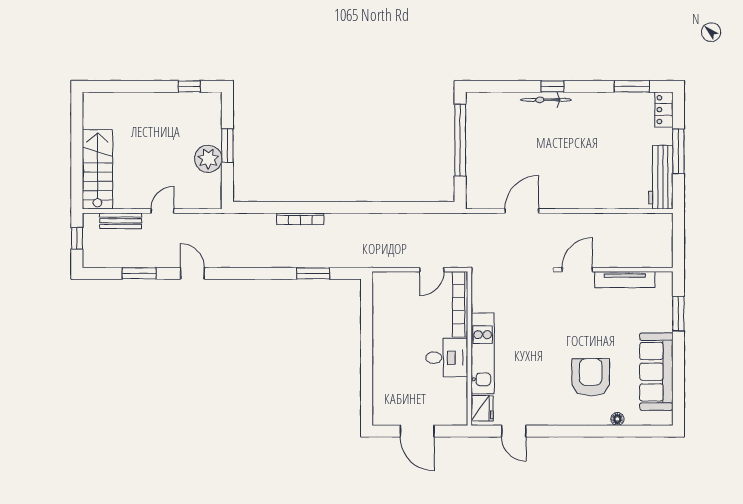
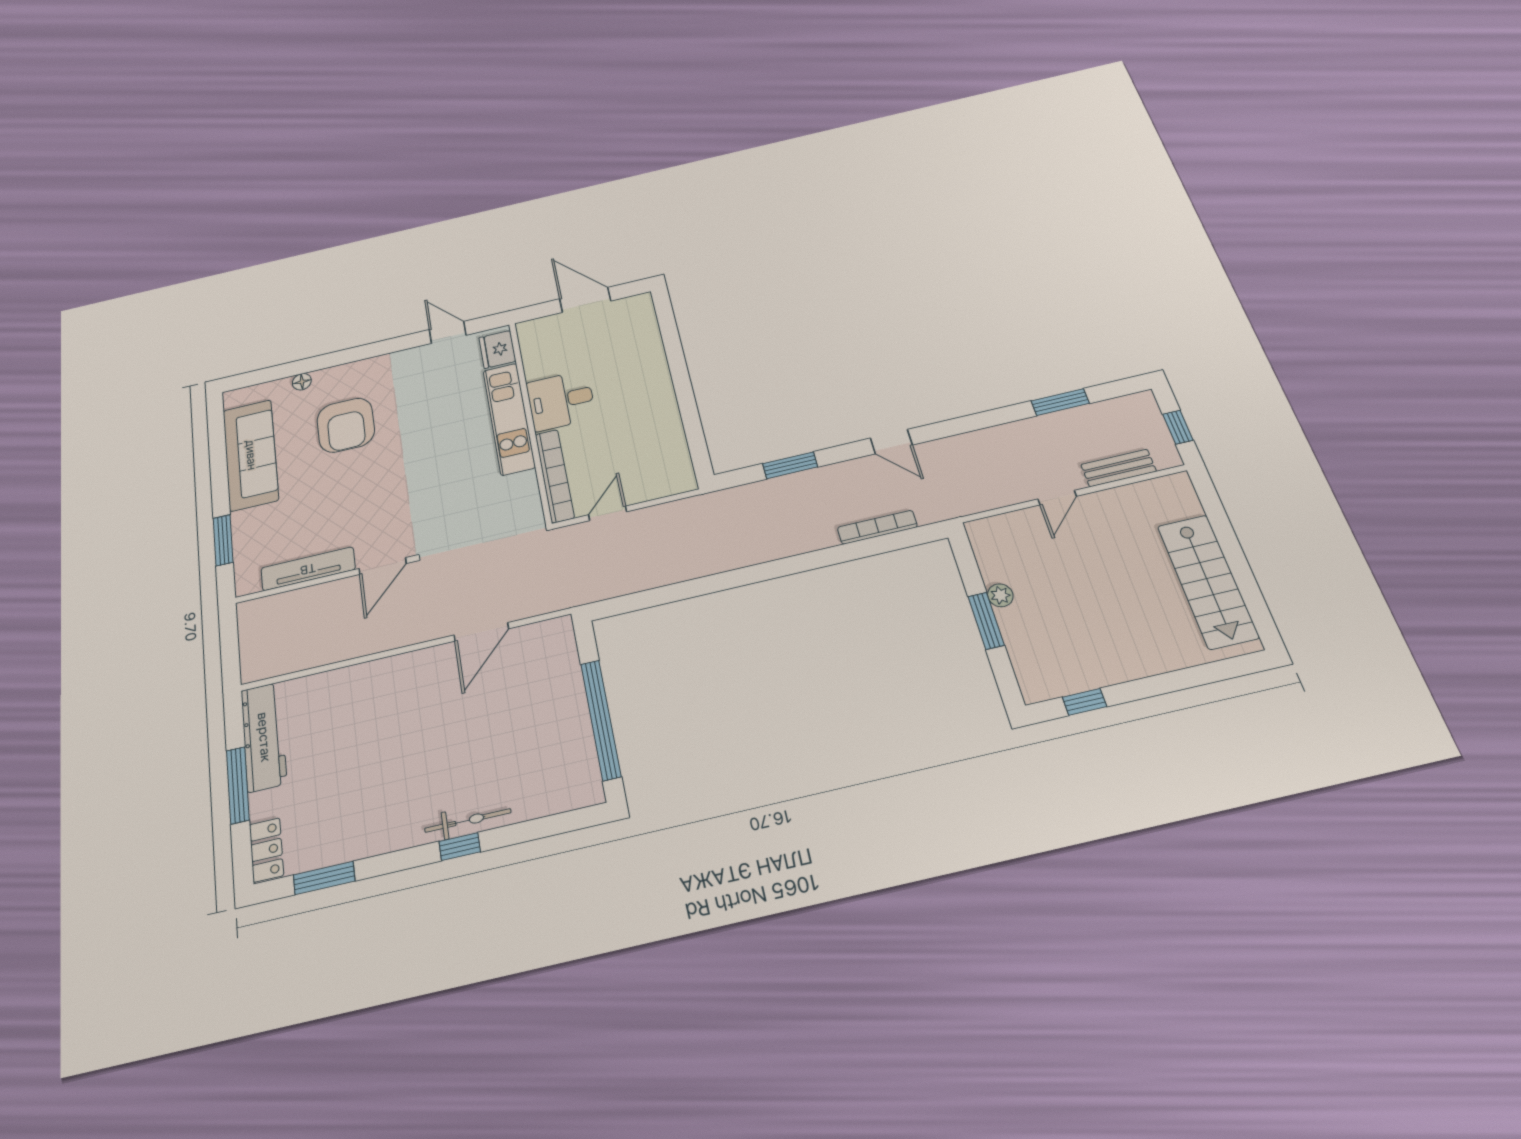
plant: (208, 159) -> (1000, 595), width x0.53, depth x0.53
stairs: (97, 169) -> (1208, 581), moved
bookcase: (300, 219) -> (877, 527), moved
door: (192, 273) -> (891, 442), moved

